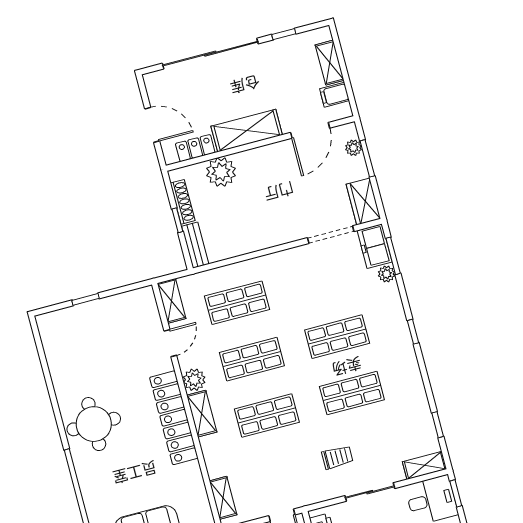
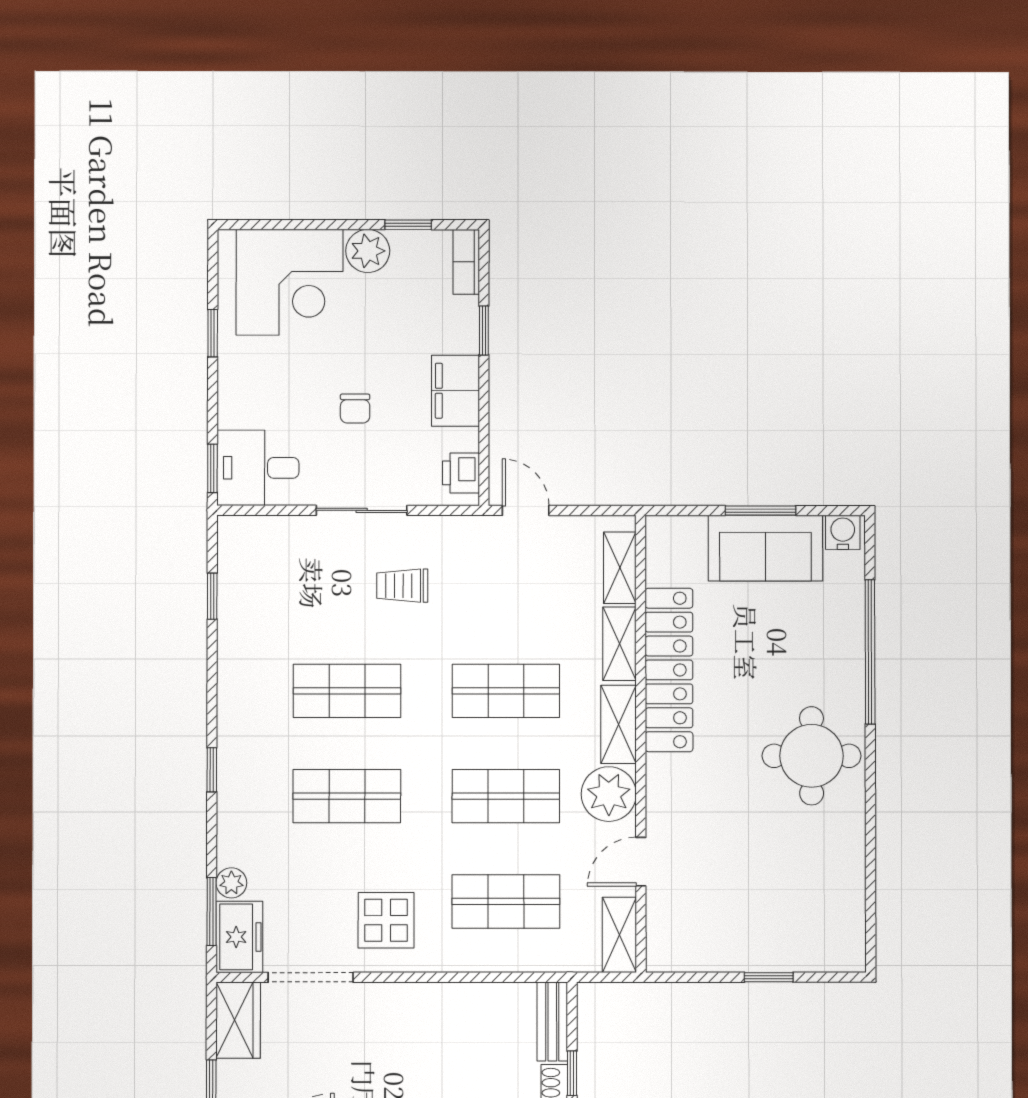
display table: (298, 276) -> (386, 920), added
plant: (194, 380) -> (609, 794), width x1.36, depth x1.36
locker: (174, 418) -> (669, 670), moved
shelving: (425, 465) -> (619, 644), moved, turned 90

